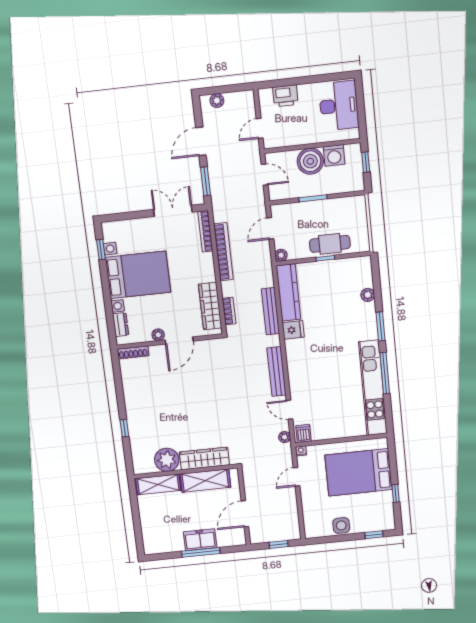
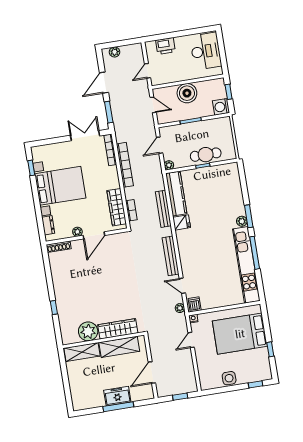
washing machine: (334, 155) -> (221, 107), moved, turned 90
plant: (368, 295) -> (242, 221), moved

